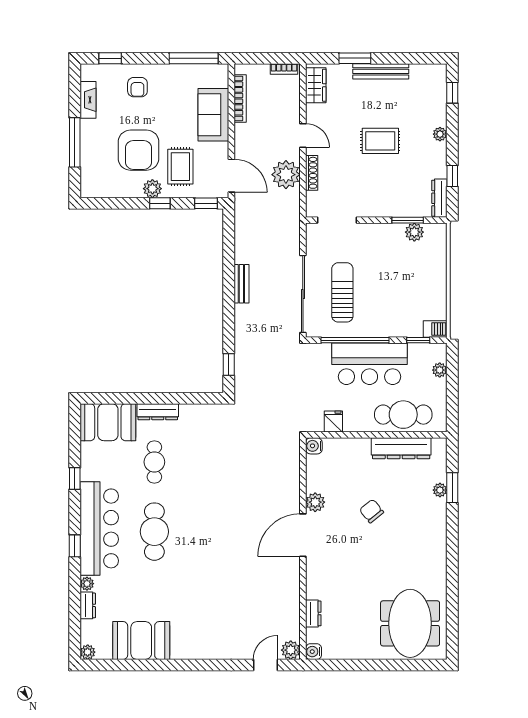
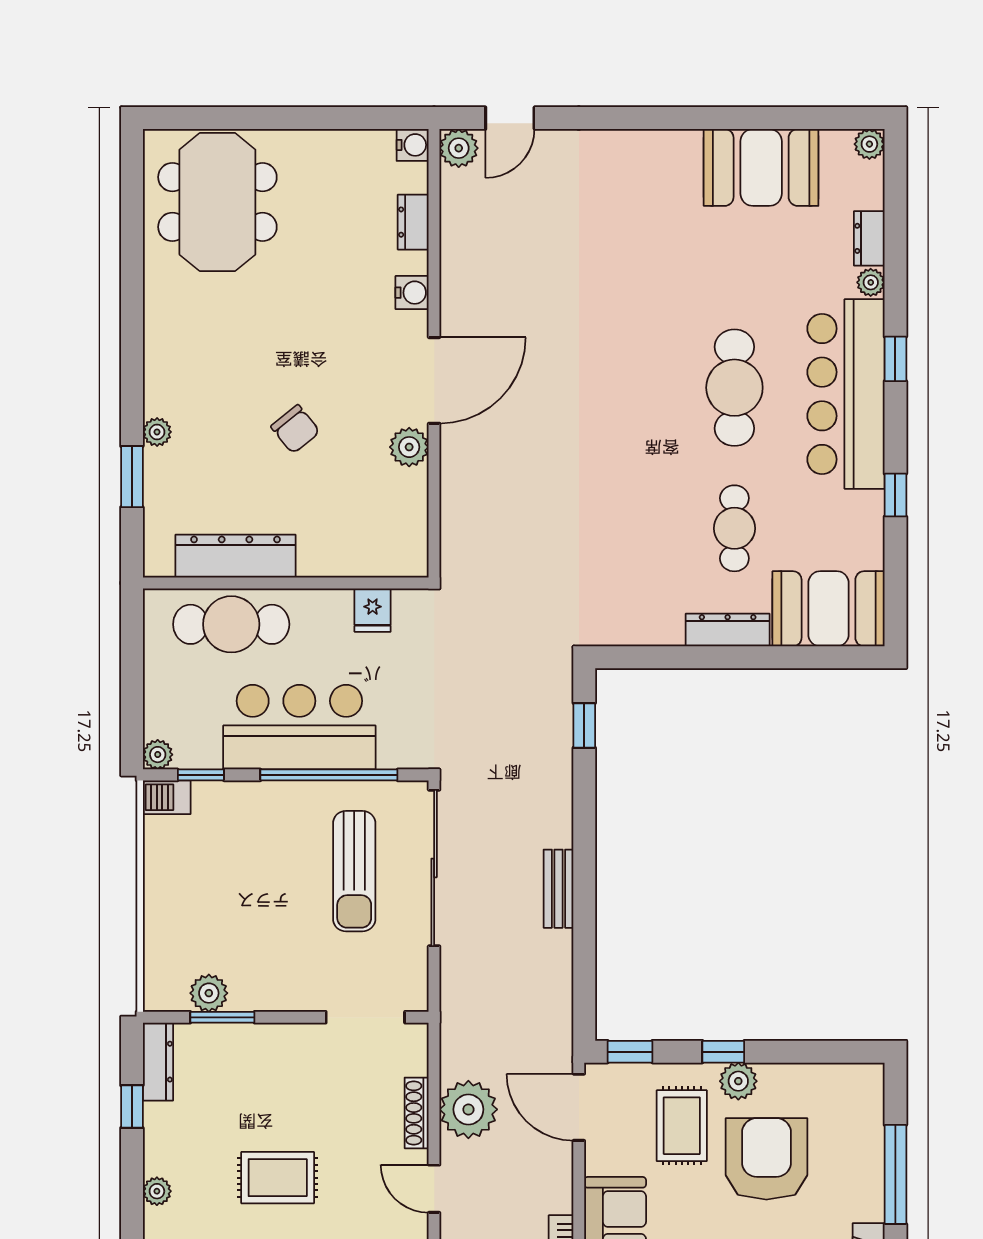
plant: (440, 370) -> (158, 755), moved
water cooler: (314, 446) -> (412, 293), moved
plant: (440, 490) -> (157, 432), moved

